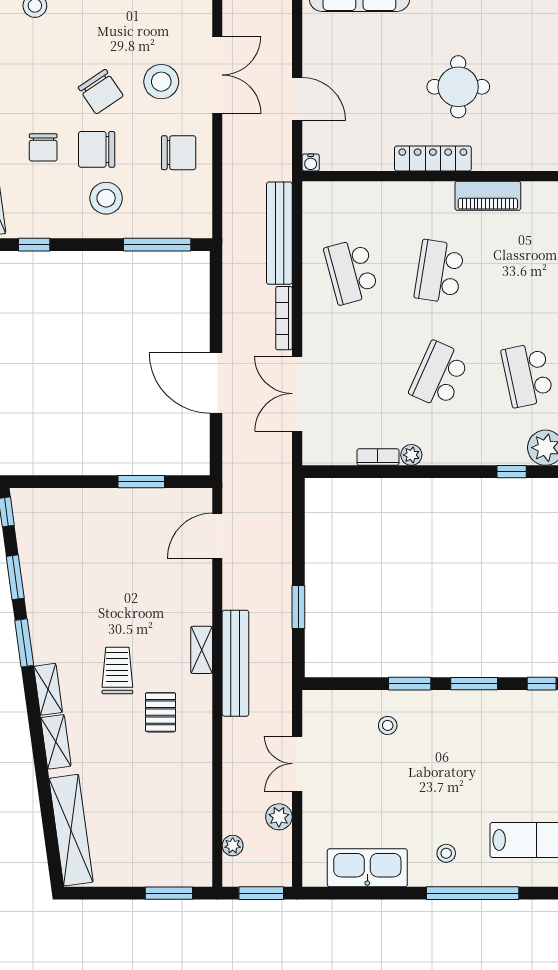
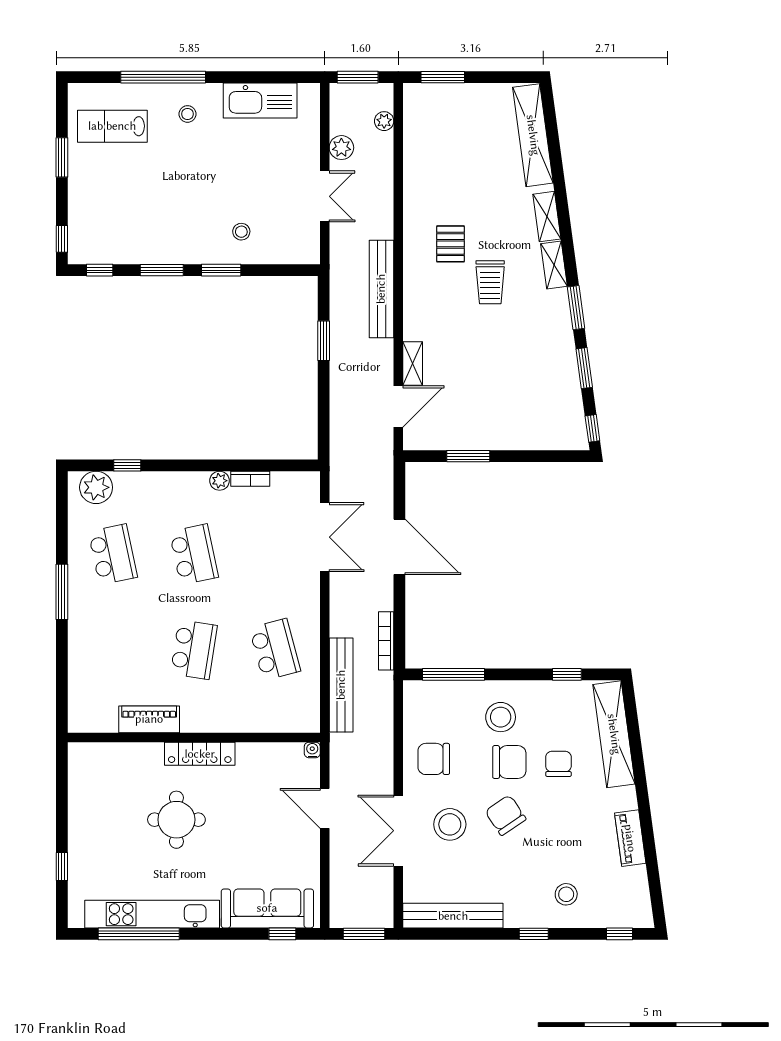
bookcase: (284, 318) -> (386, 641), moved, turned 180
school desk: (439, 375) -> (194, 554), turned -36
shelving: (202, 650) -> (413, 364), moved

